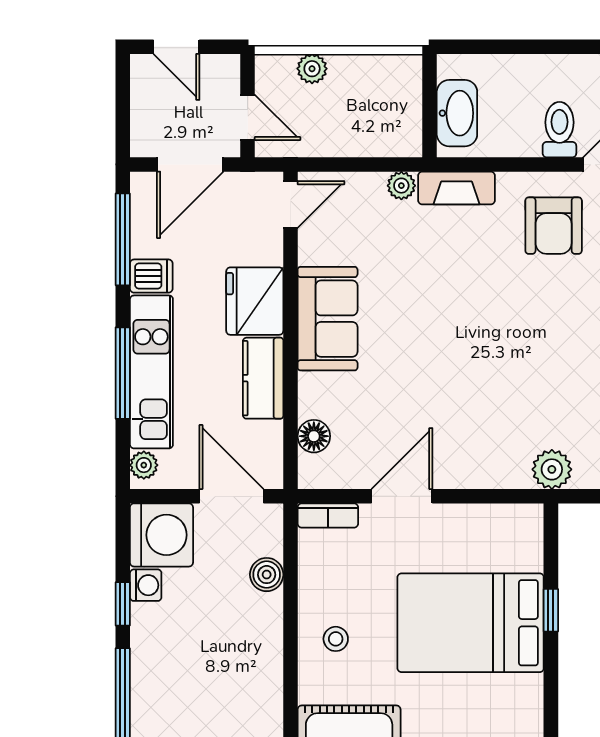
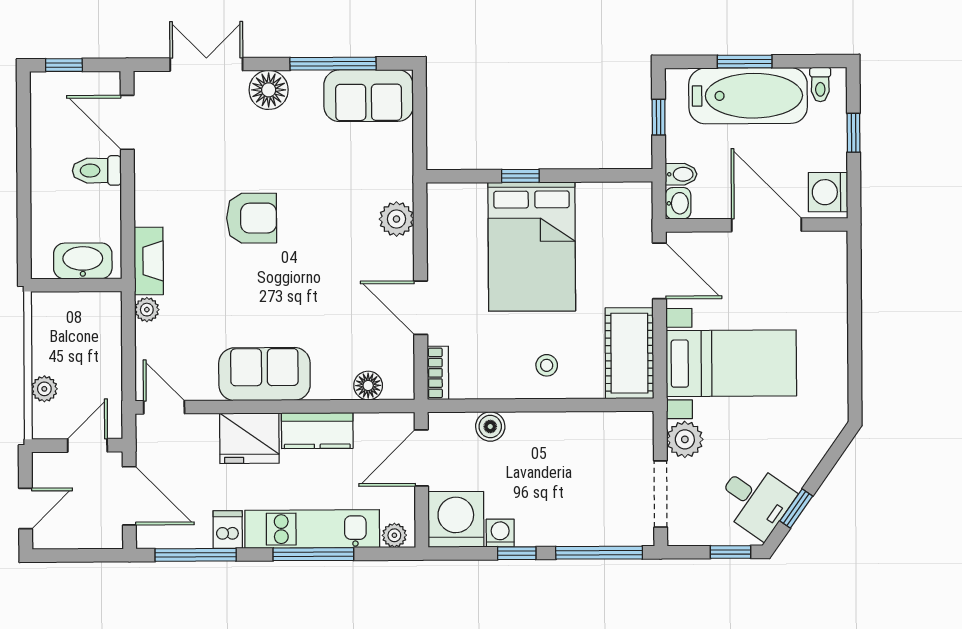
armchair: (554, 226) -> (252, 218), moved
plant: (552, 469) -> (396, 219), moved

